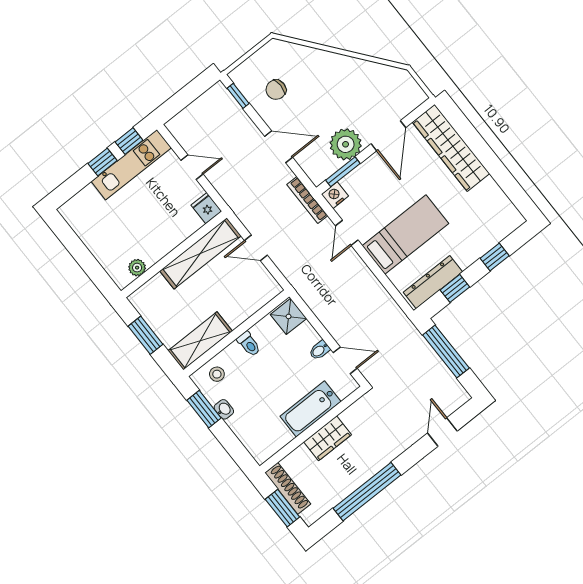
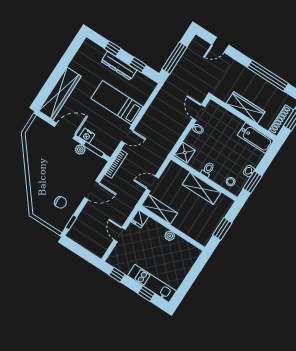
plant: (346, 144) -> (80, 149), width x0.53, depth x0.53
door: (279, 147) -> (92, 190), swing flipped
window: (103, 162) -> (146, 294), moved
kitchen unit: (131, 165) -> (152, 283), moved
nightstand: (335, 195) -> (87, 136), moved
door: (256, 248) -> (153, 184), swing flipped
shelving: (201, 253) -> (159, 209), width x0.68
plant: (137, 268) -> (170, 236), moved
dresser: (433, 282) -> (119, 66), moved
shelving: (200, 341) -> (202, 188), moved
bathtub: (310, 409) -> (256, 138), moved
wardrobe: (328, 438) -> (246, 108), width x1.50

